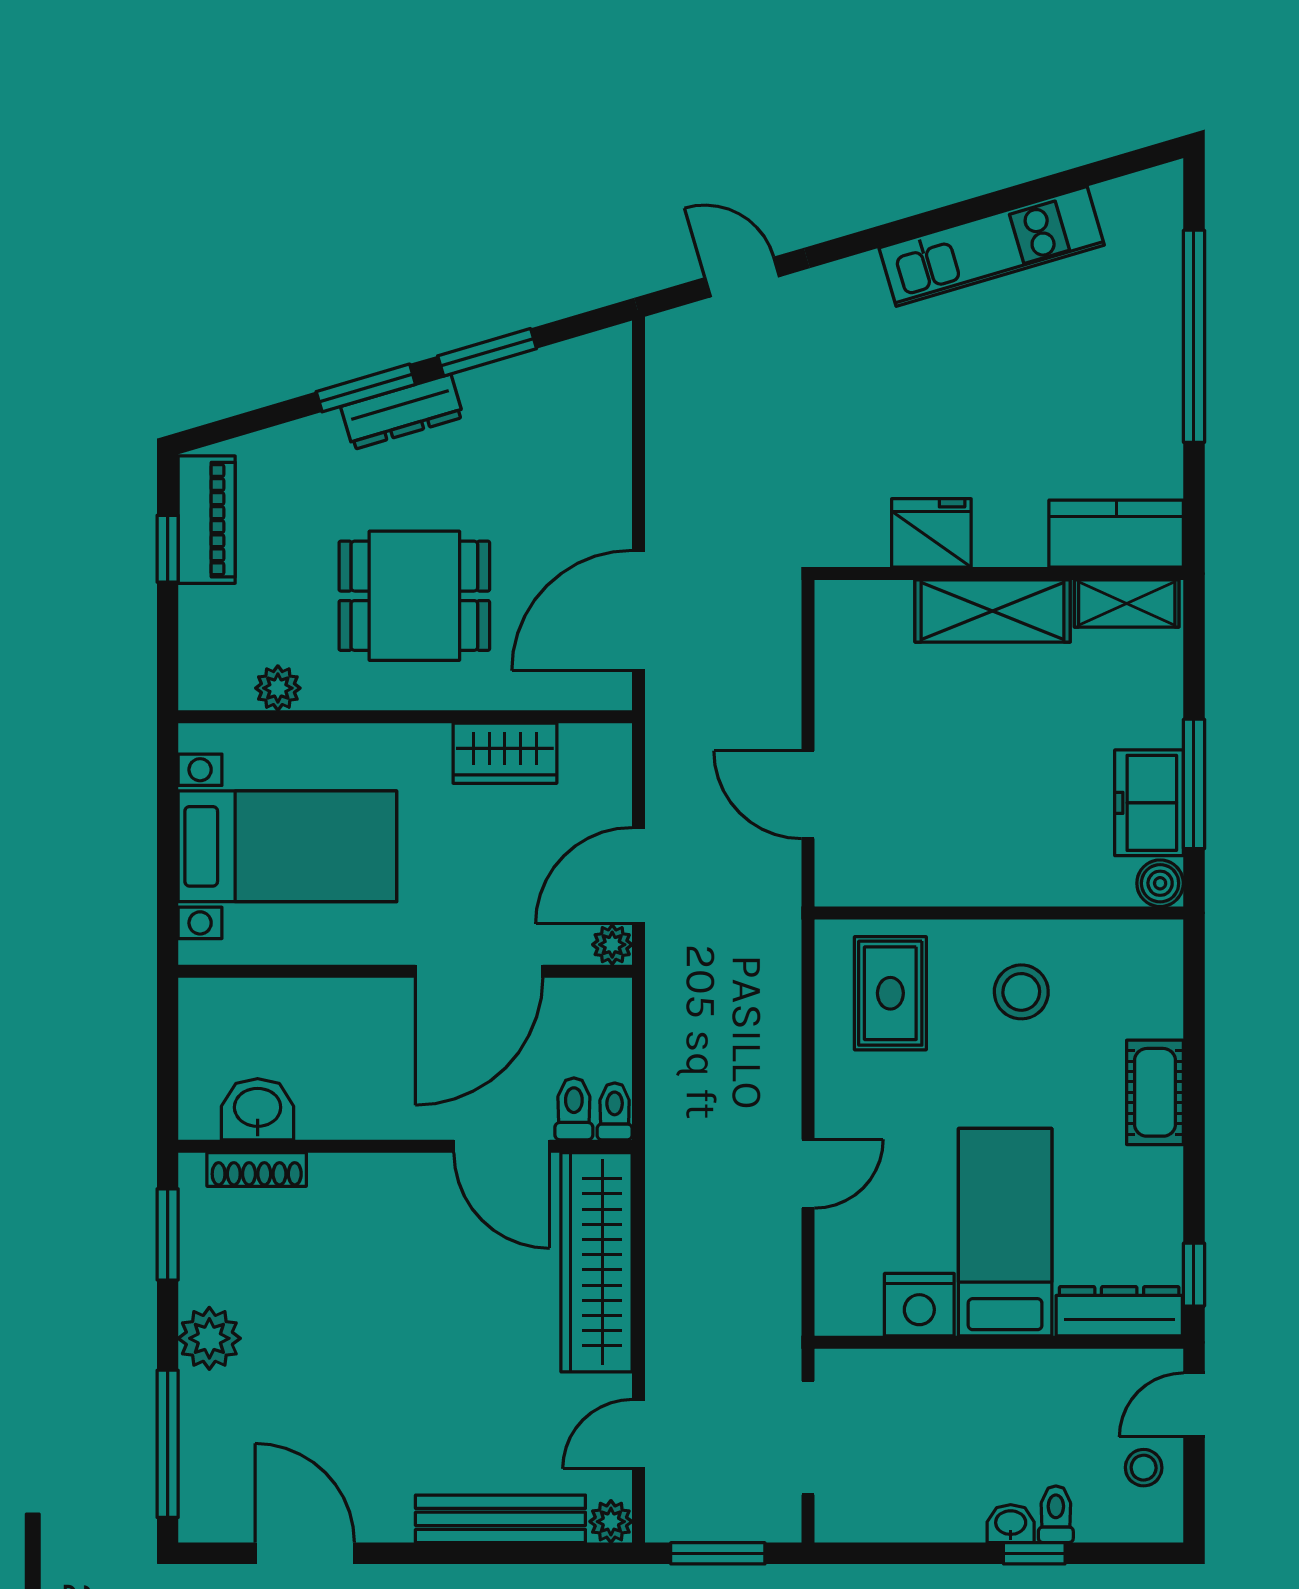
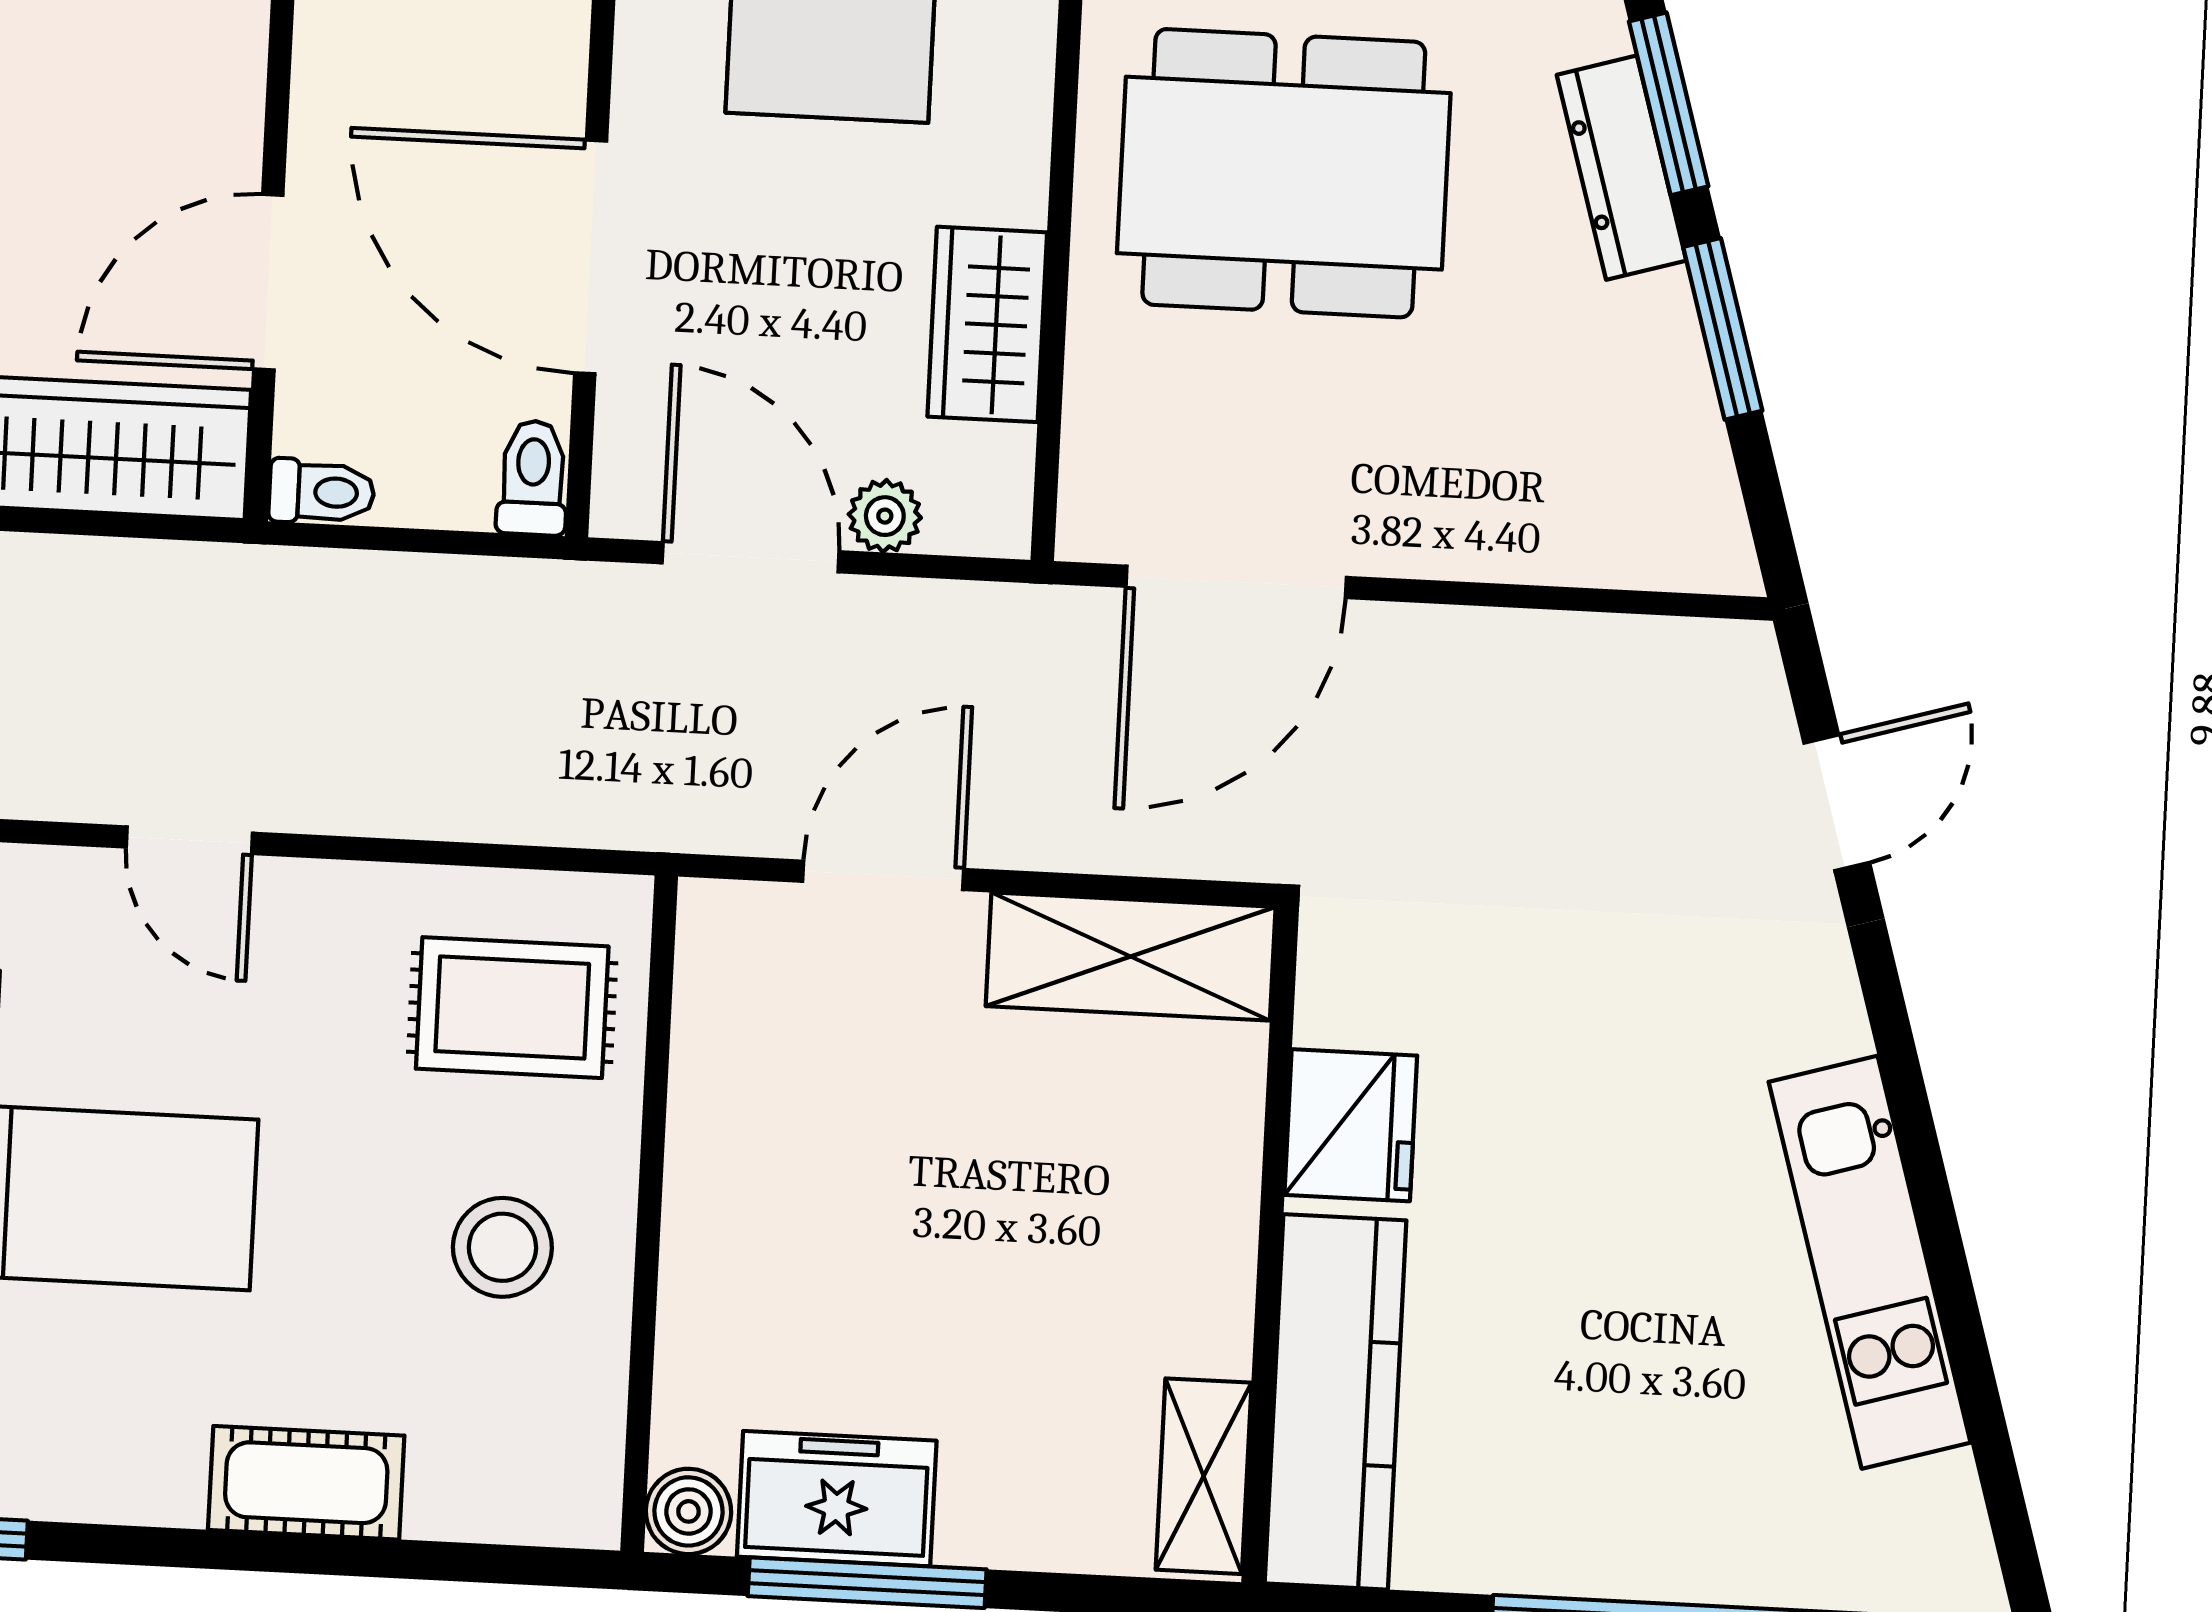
kitchen counter: (1116, 534) -> (1336, 1402), width x1.50
dining table: (414, 596) -> (1284, 173), width x1.38
door: (638, 610) -> (1236, 582), swing flipped
shelving: (993, 611) -> (1131, 957), moved, turned 90
plant: (612, 945) -> (885, 516), moved
toilet: (574, 1109) -> (533, 478), moved, turned -90

